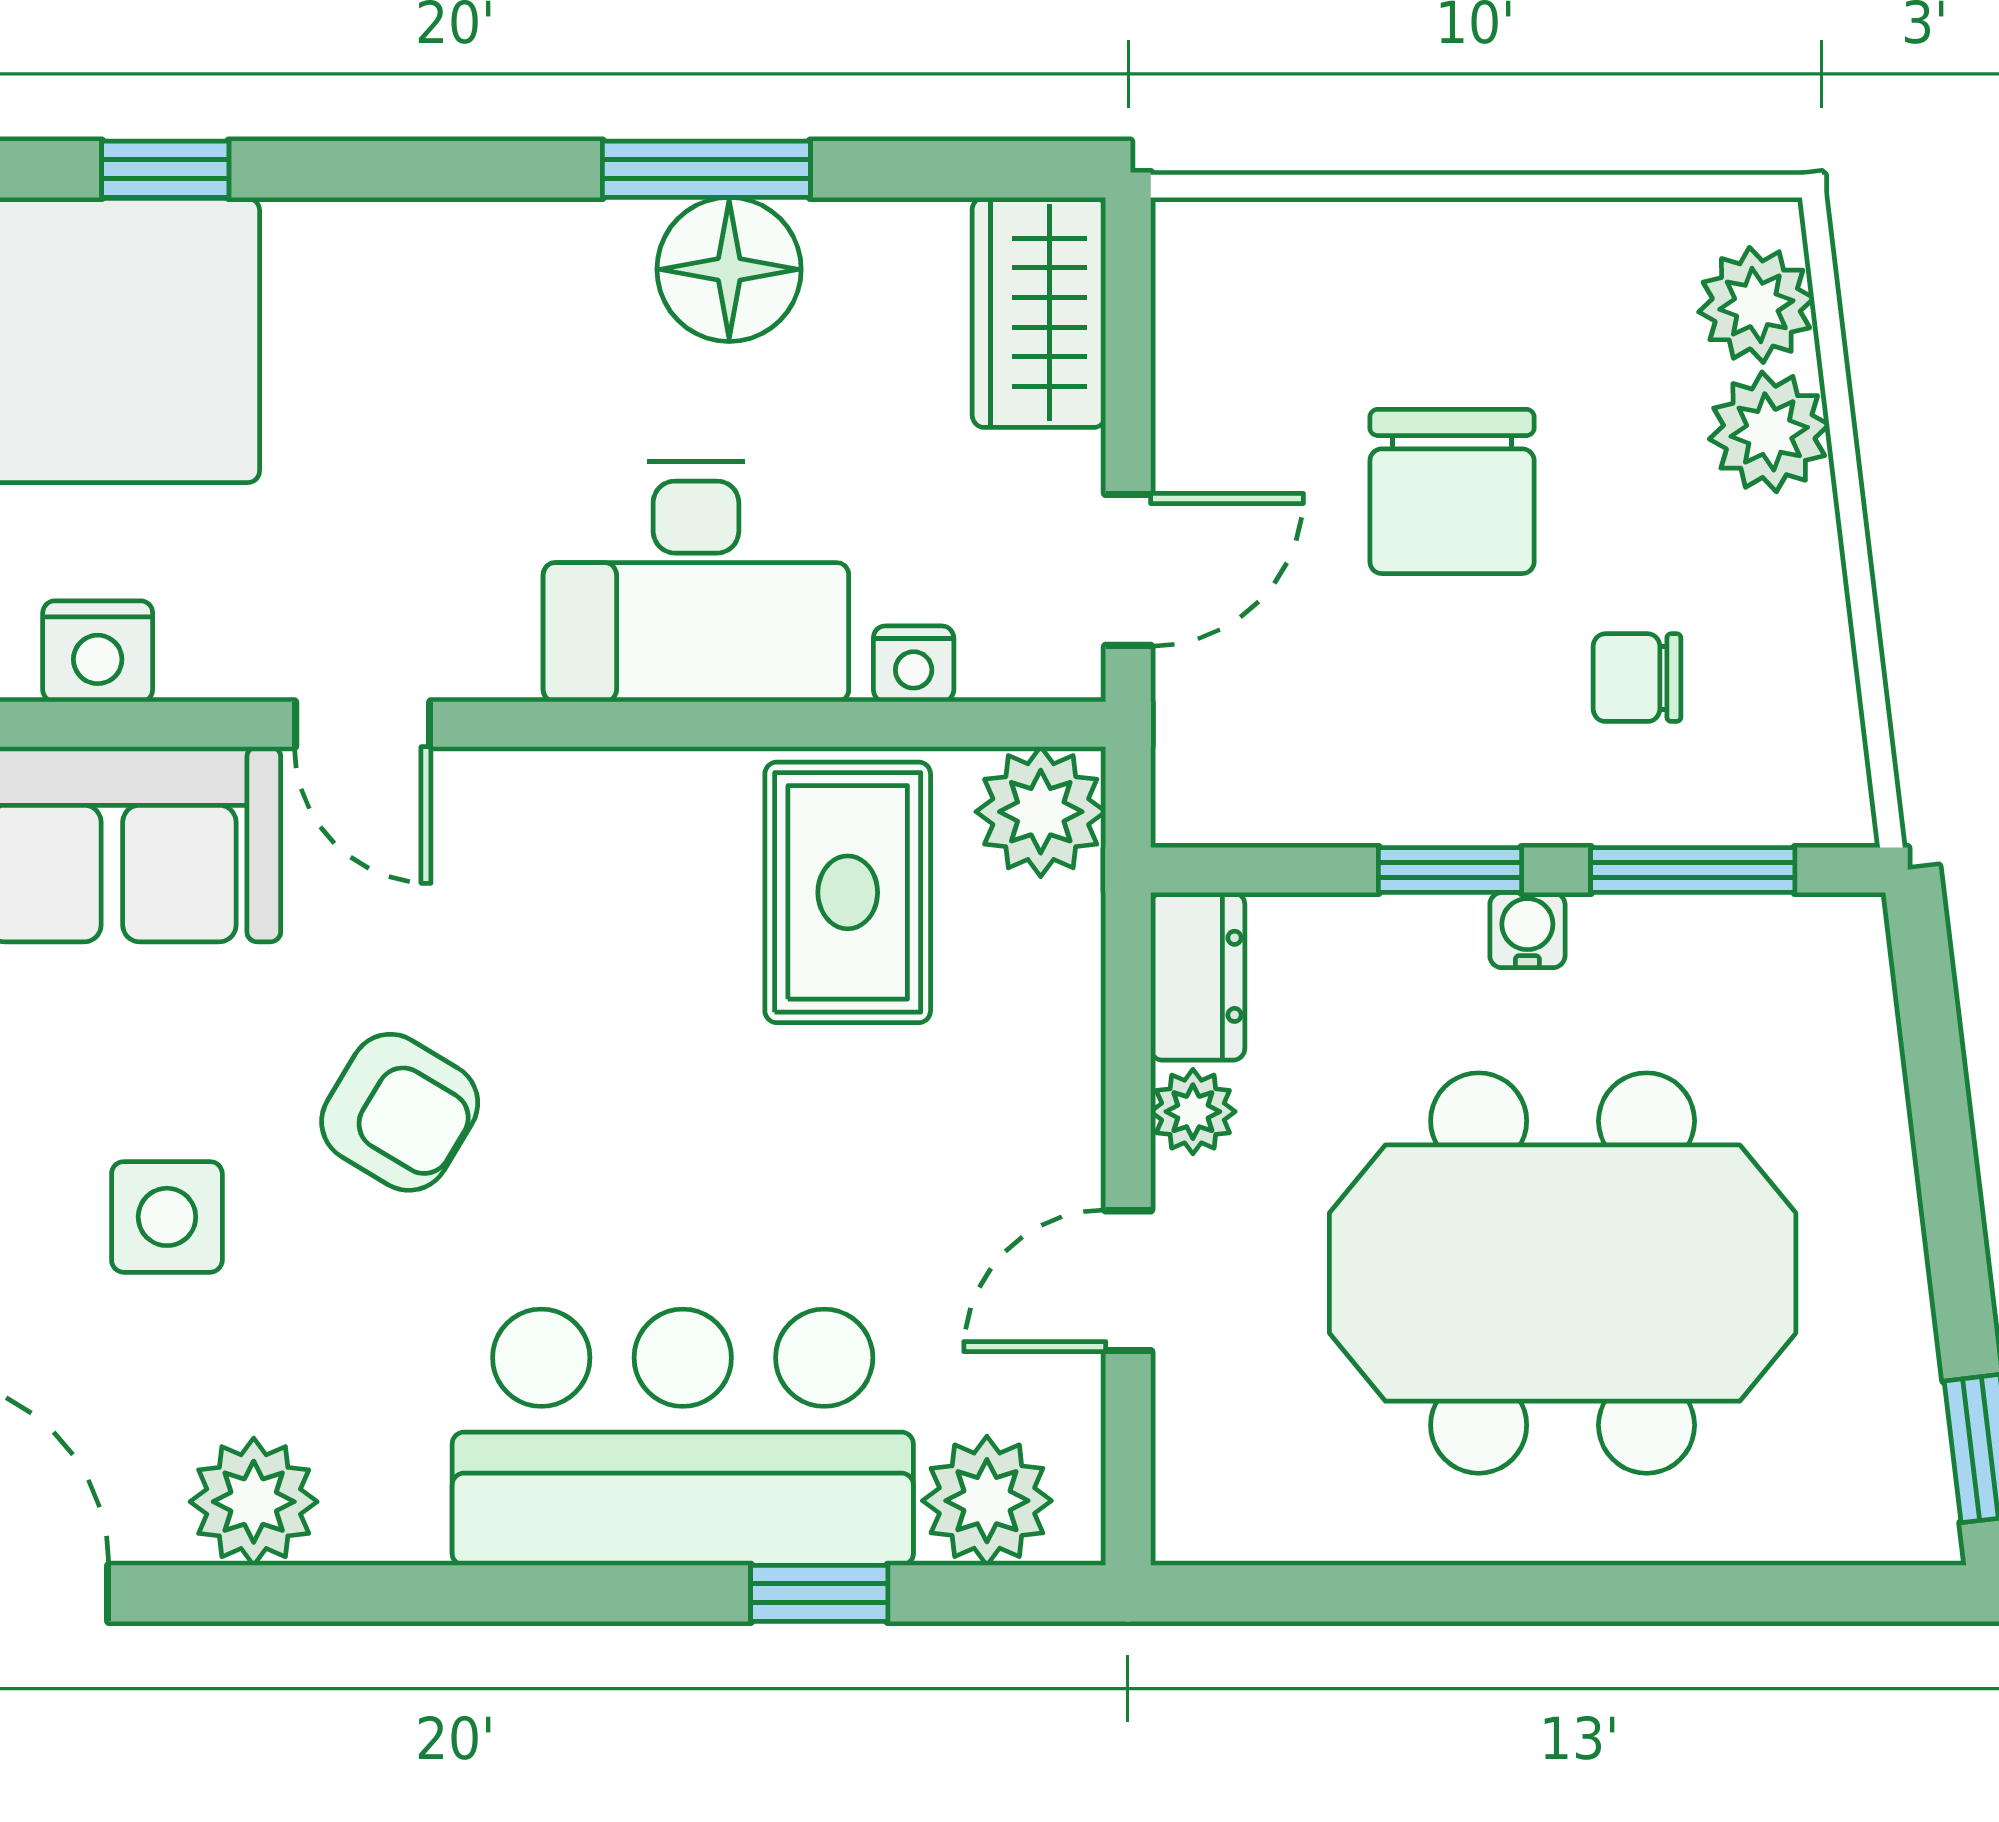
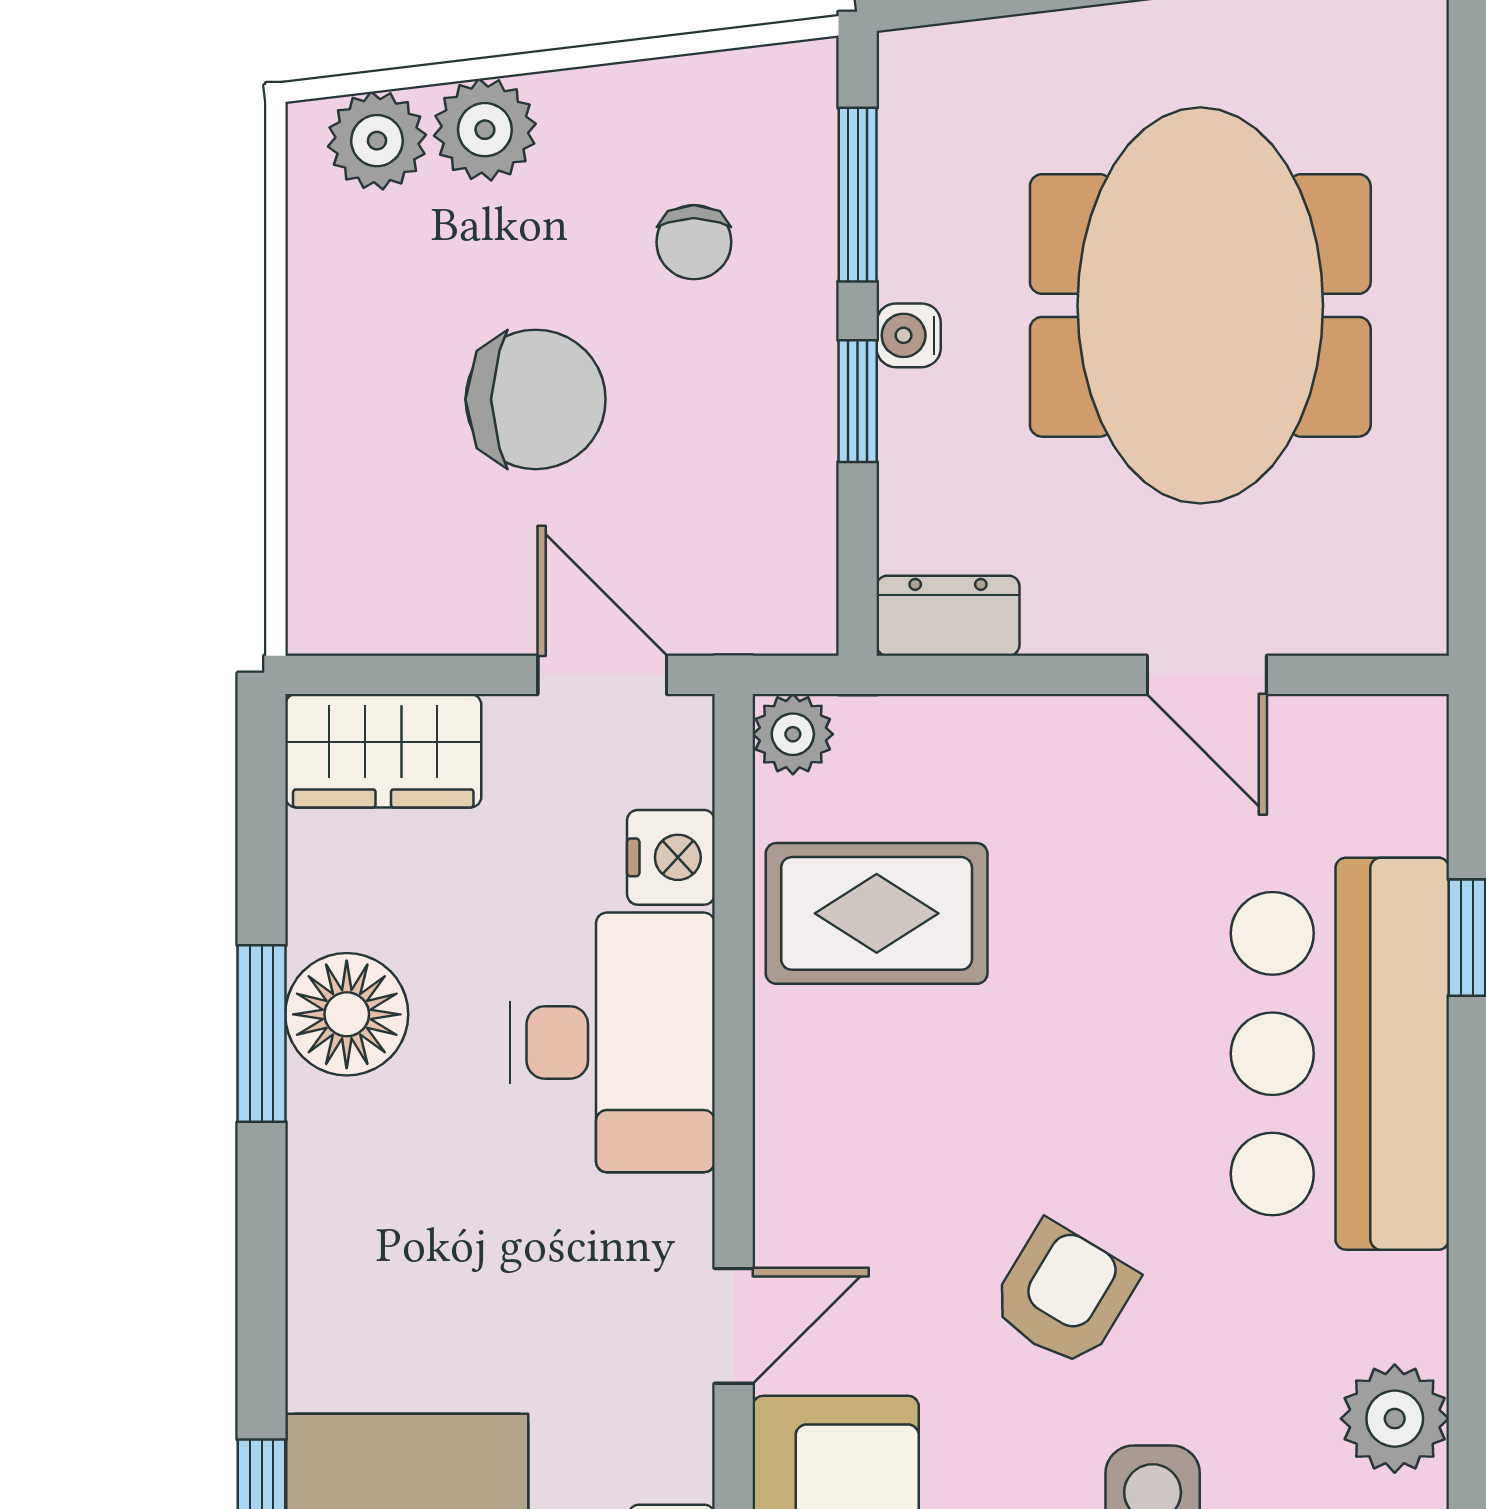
nightstand: (914, 664) -> (671, 857), width x1.39, depth x1.35
plant: (1041, 812) -> (793, 734), width x0.73, depth x0.73
plant: (1193, 1112) -> (1063, 620), removed
plant: (987, 1501) -> (1394, 795), removed

